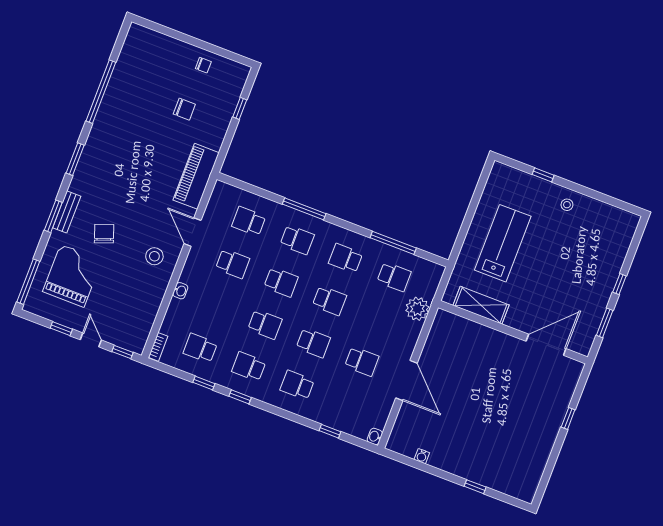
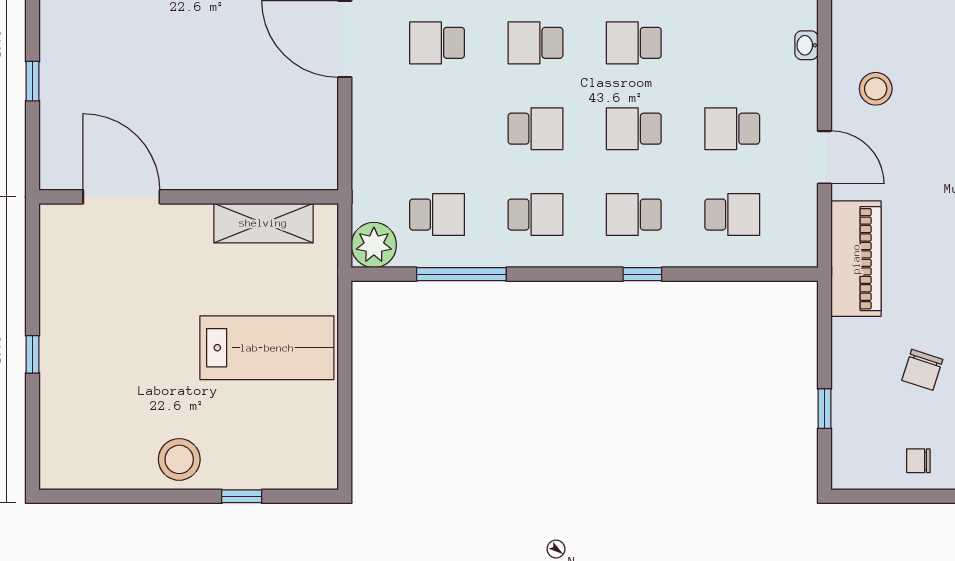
chair: (184, 109) -> (922, 370), turned -72
stool: (567, 205) -> (179, 459), width x1.89, depth x1.89
window: (304, 209) -> (642, 274), width x0.46
lab bench: (503, 243) -> (267, 348), turned -90
school desk: (394, 277) -> (437, 215), turned 180
school desk: (329, 301) -> (535, 129), turned 180
plant: (417, 309) -> (374, 245), moved
window: (605, 323) -> (32, 276), removed
door: (546, 345) -> (121, 197), swing flipped

